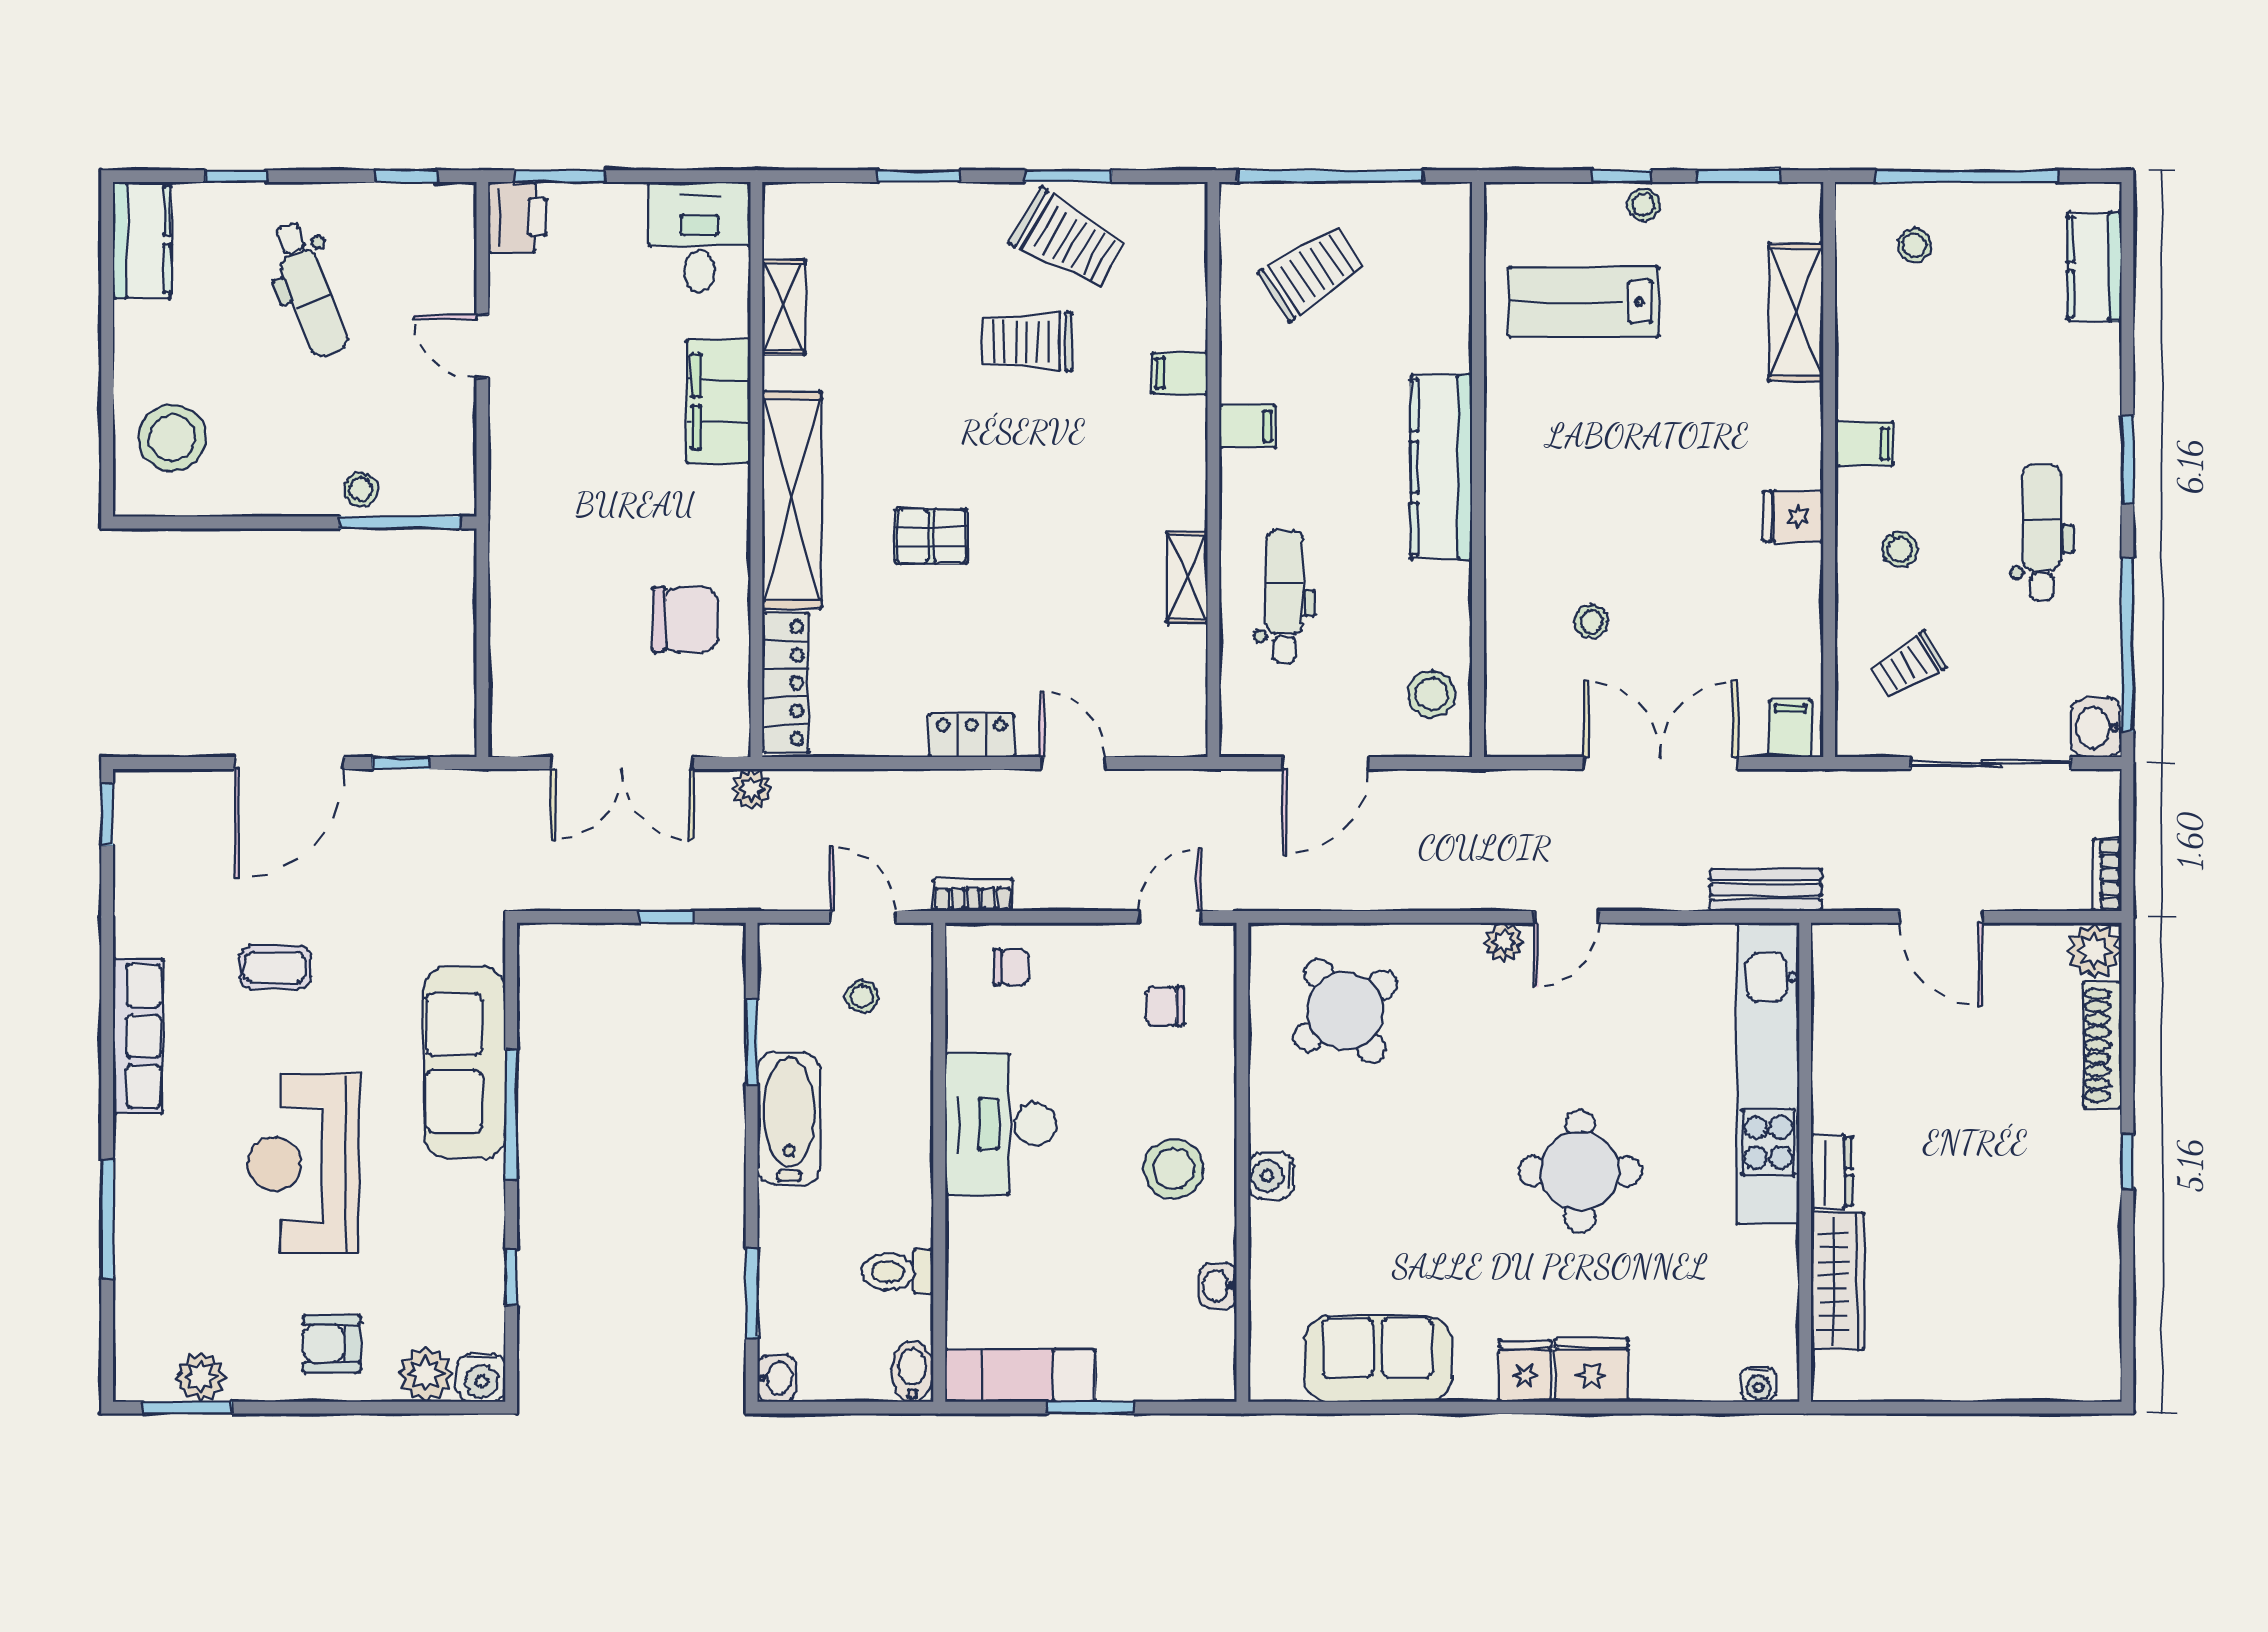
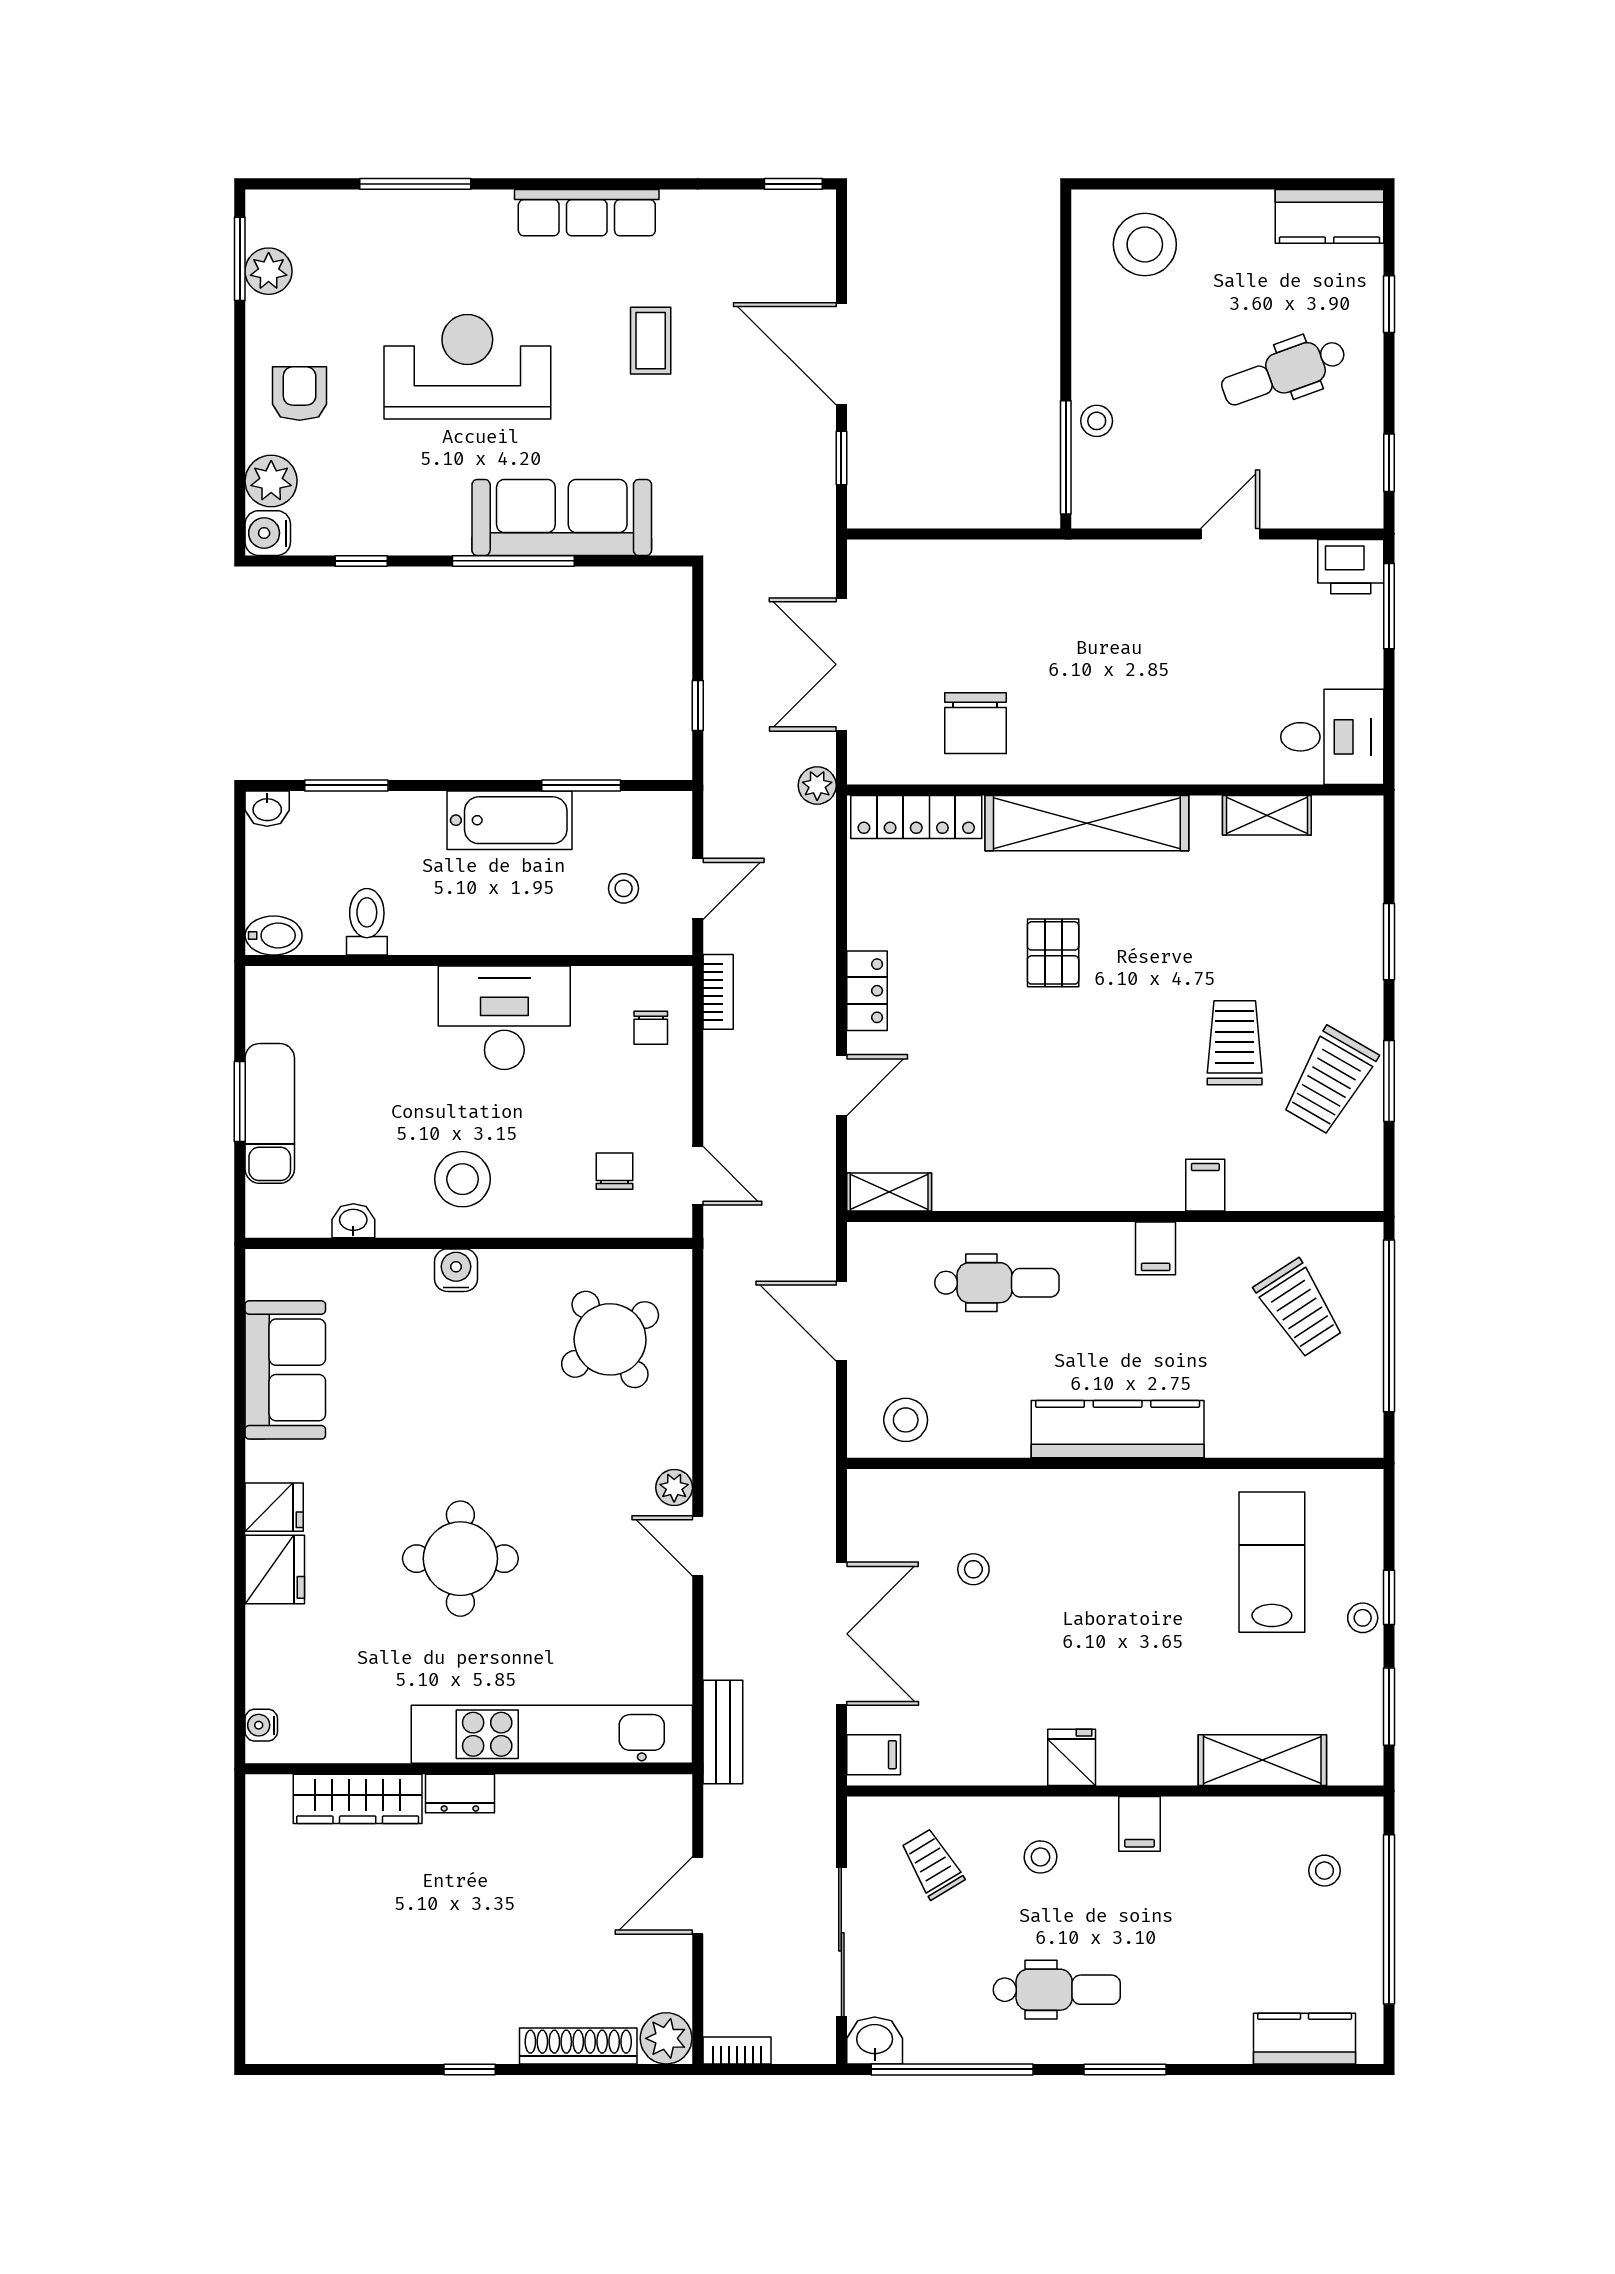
filing cabinet: (719, 401) -> (1179, 755), removed
shelving: (1187, 577) -> (889, 1192), moved
exam couch: (1020, 1376) -> (270, 1113), moved

